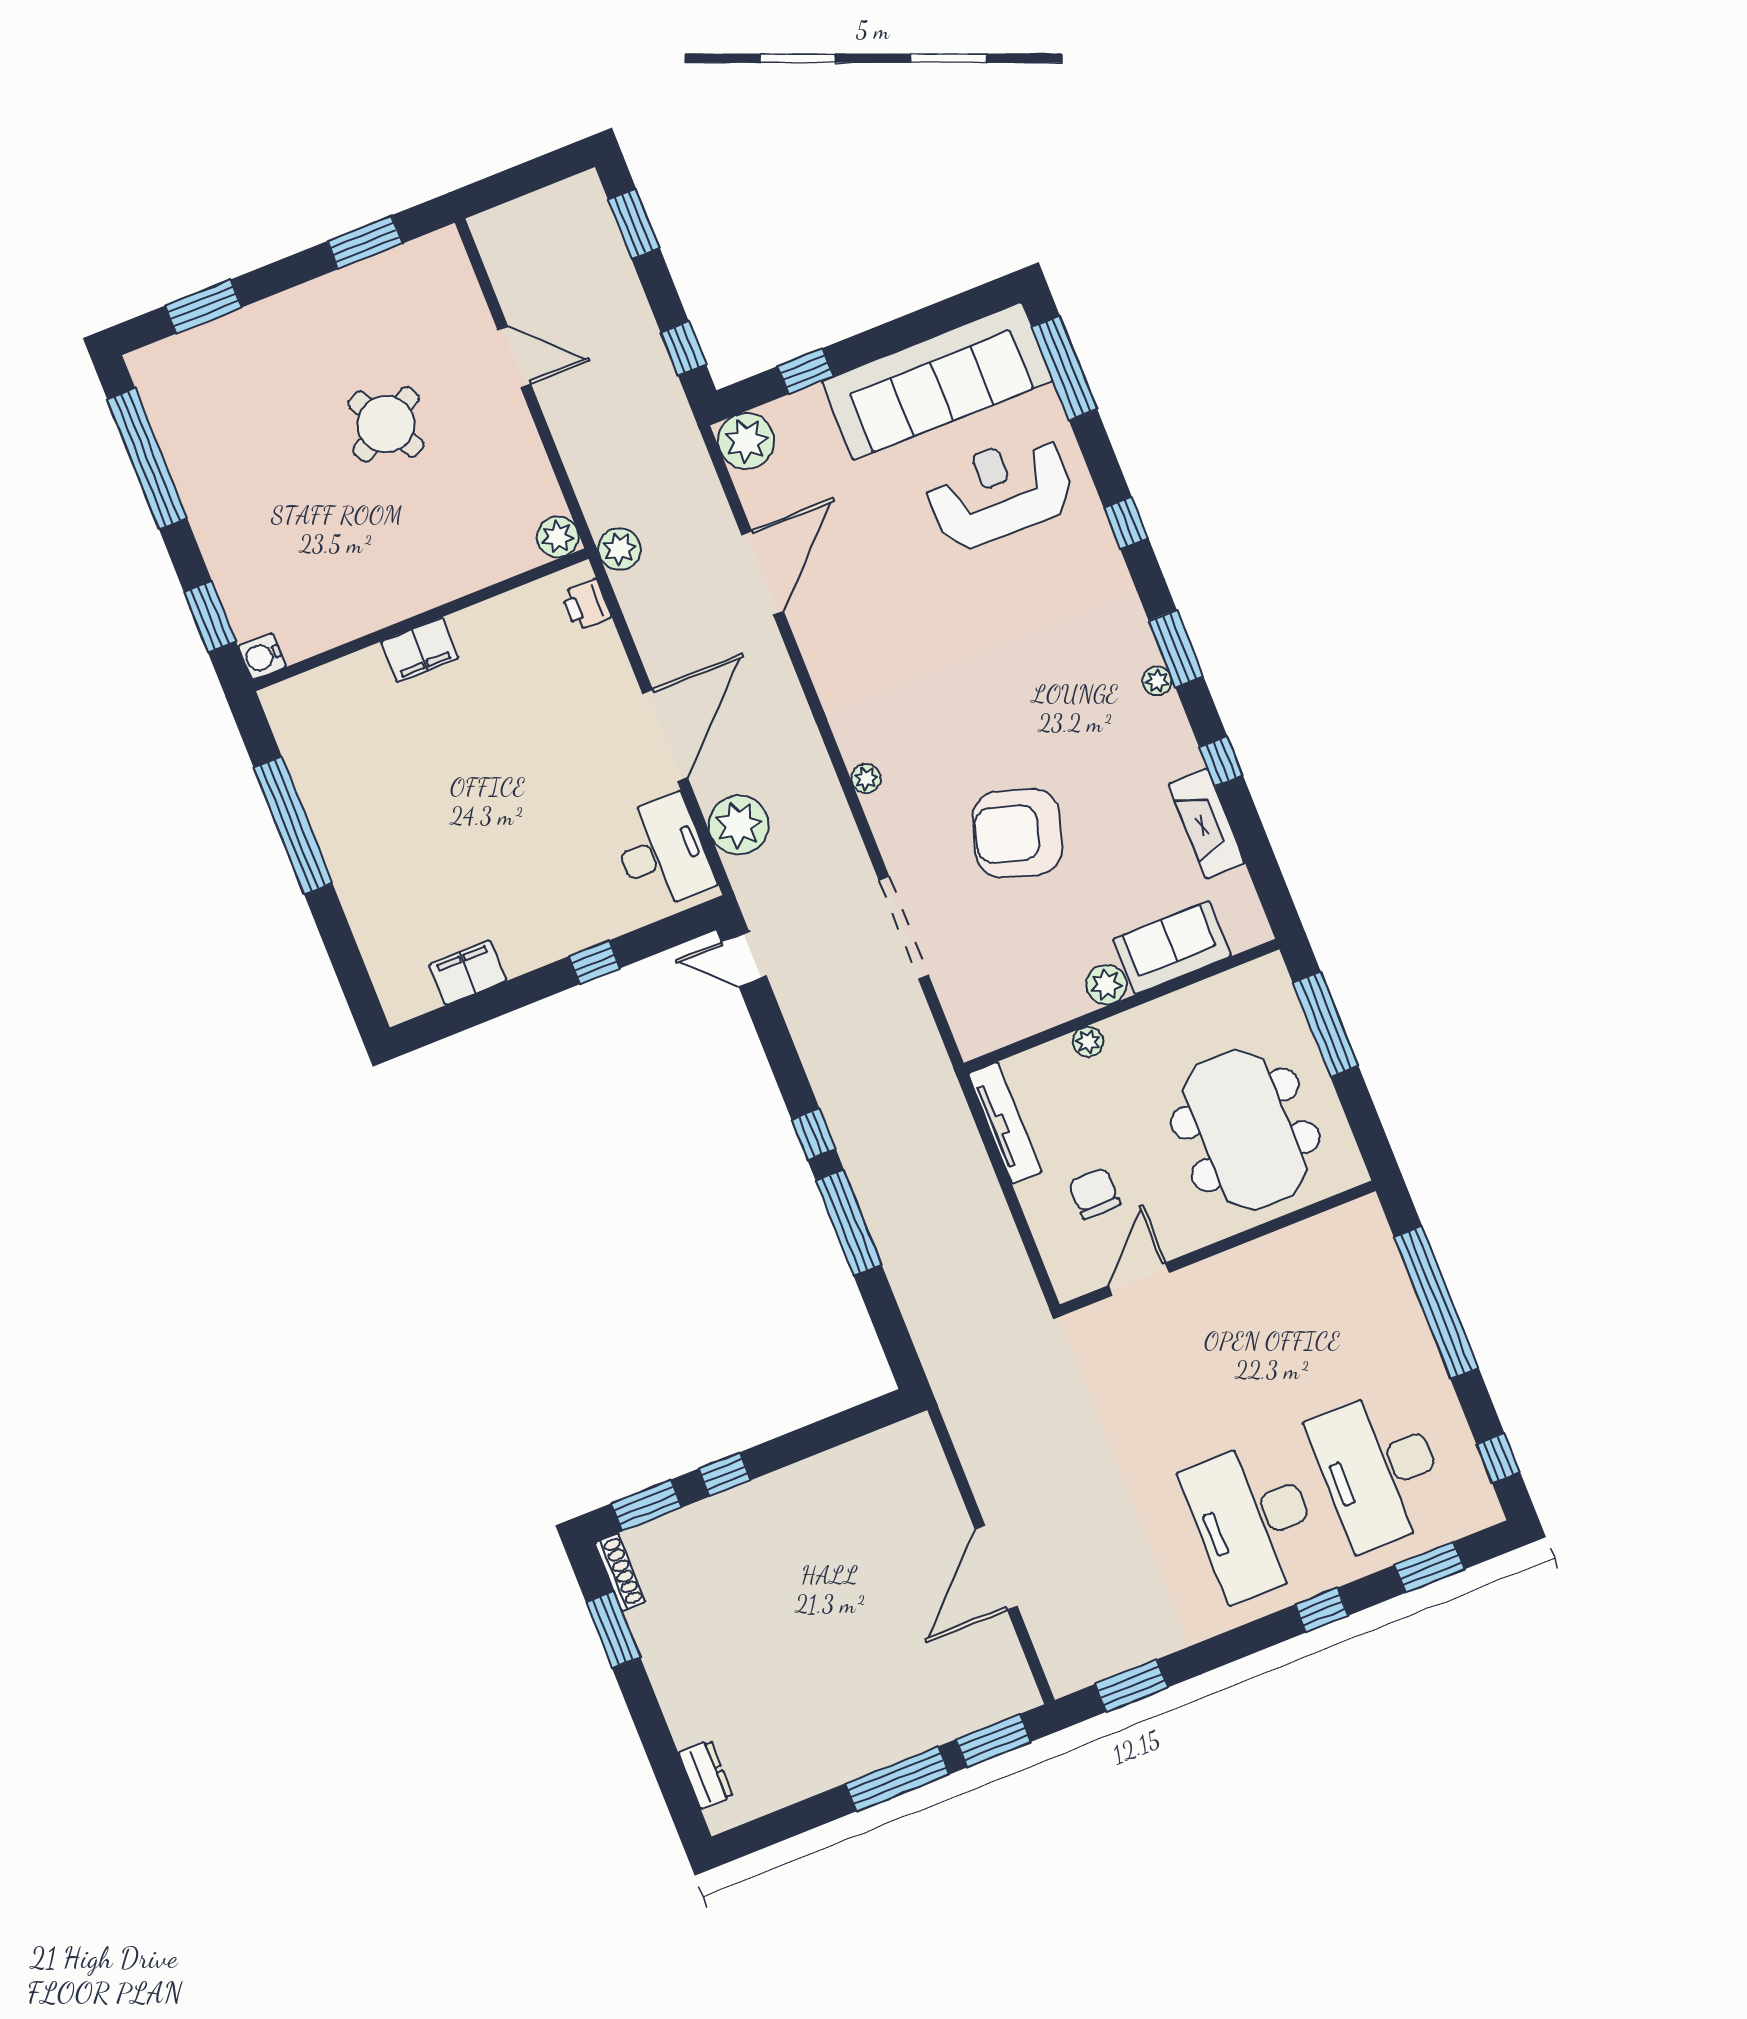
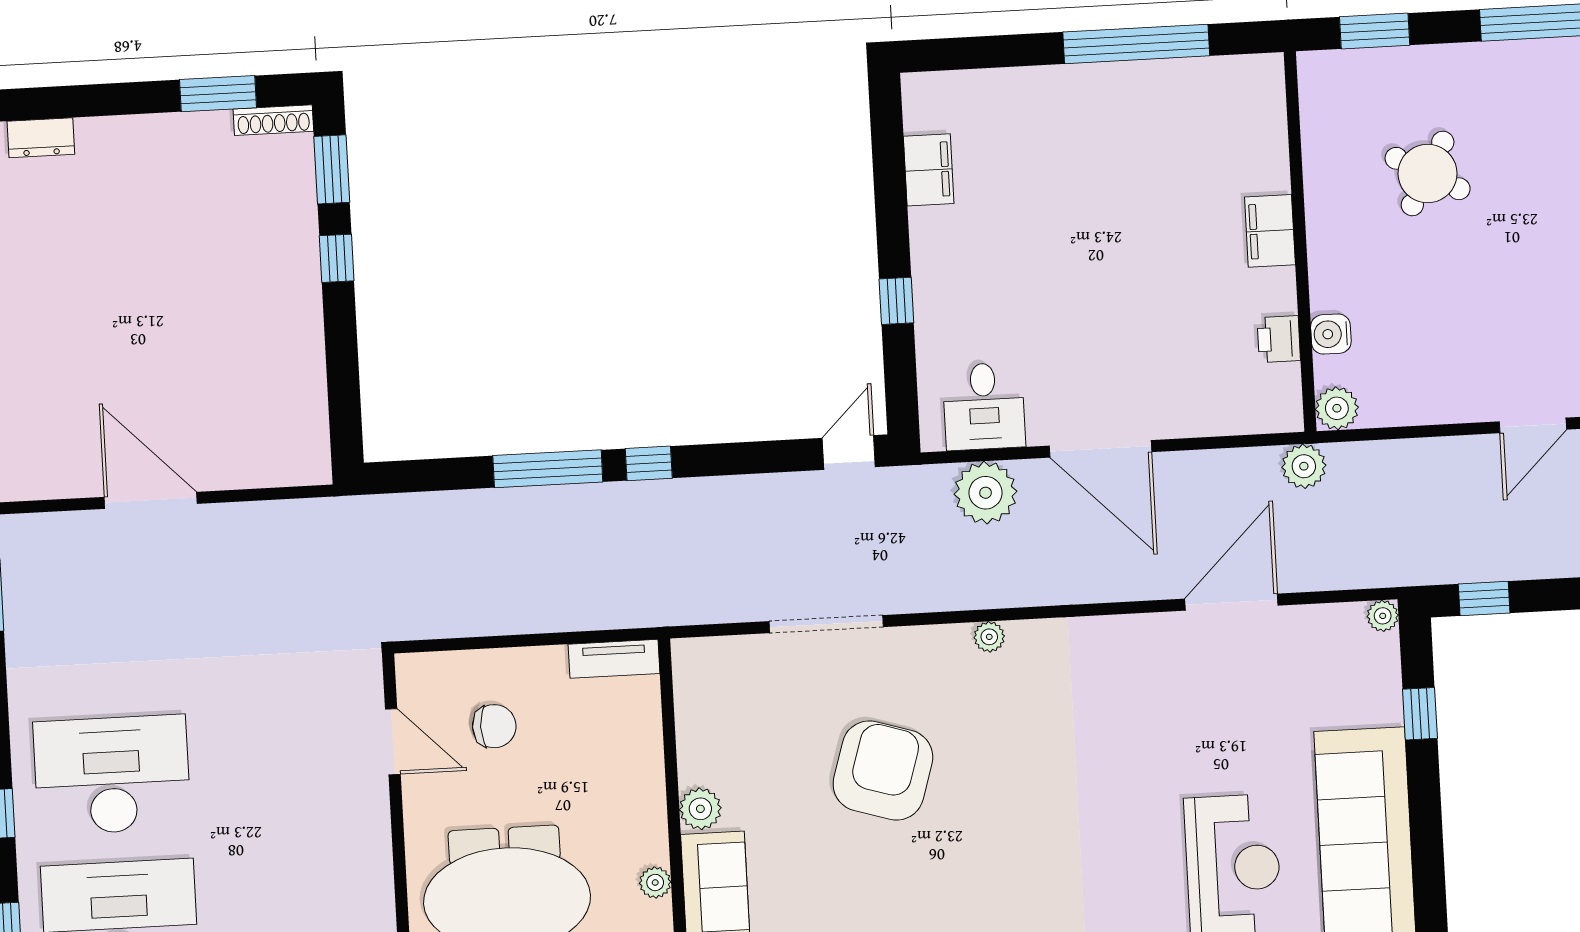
round table: (386, 424) -> (1428, 174), moved, turned -32
plant: (746, 441) -> (1383, 616), width x0.53, depth x0.53
door: (763, 573) -> (1231, 602), swing flipped
printer: (586, 605) -> (1279, 339), moved, turned -90
water cooler: (262, 657) -> (1331, 334), moved, turned -90
desk: (662, 852) -> (984, 406), width x0.73
plant: (1088, 1042) -> (655, 883), moved
tv unit: (1005, 1123) -> (614, 659), width x0.71

